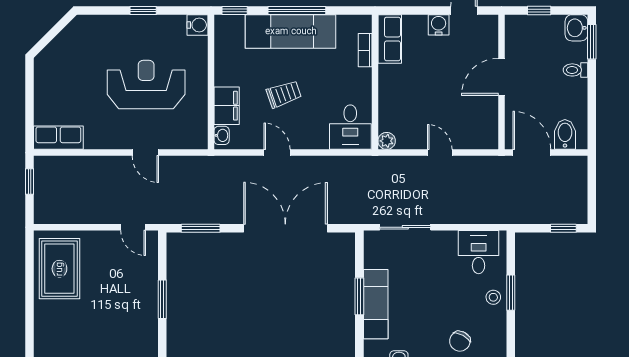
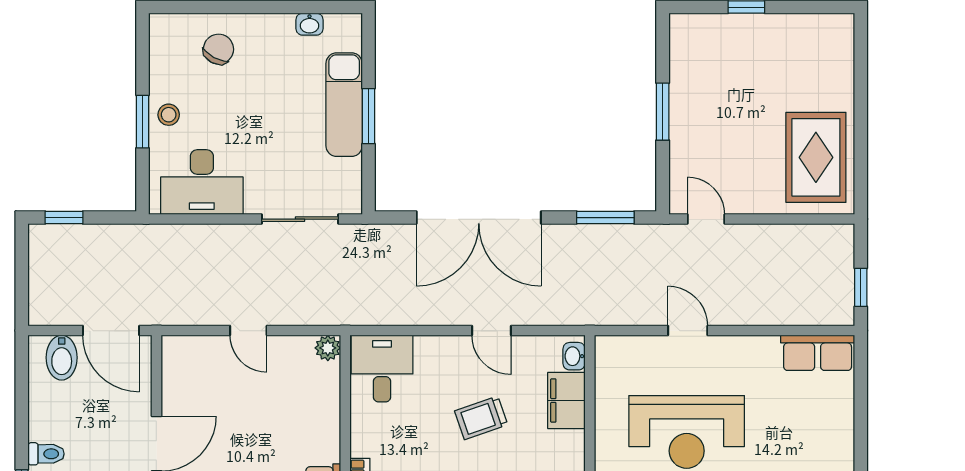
desk: (479, 252) -> (202, 182), width x1.37

